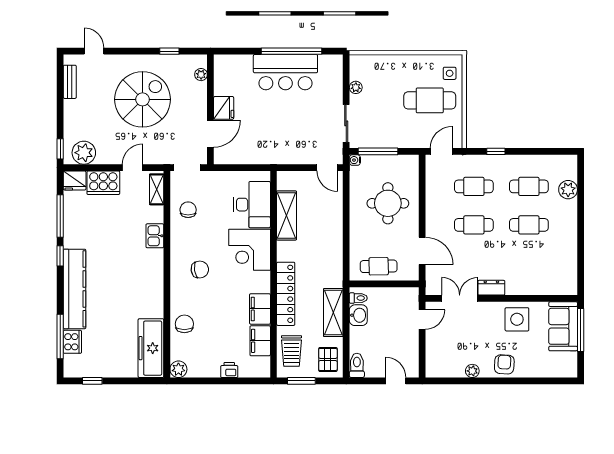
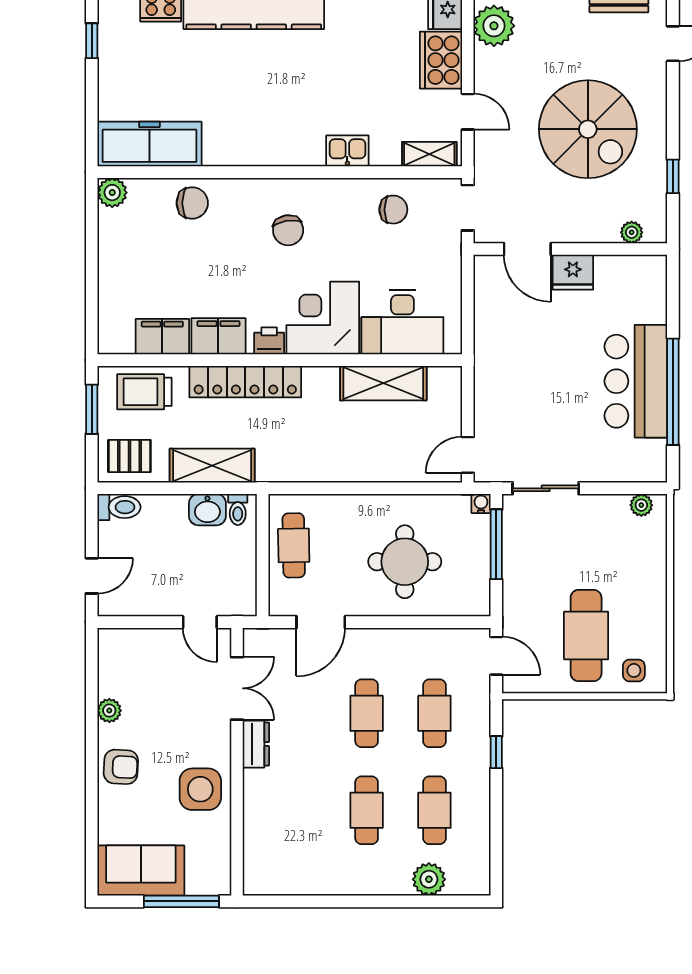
plant: (356, 87) -> (641, 505), moved
sofa: (563, 326) -> (141, 871), moved
printer: (229, 370) -> (269, 341), moved, turned -90

